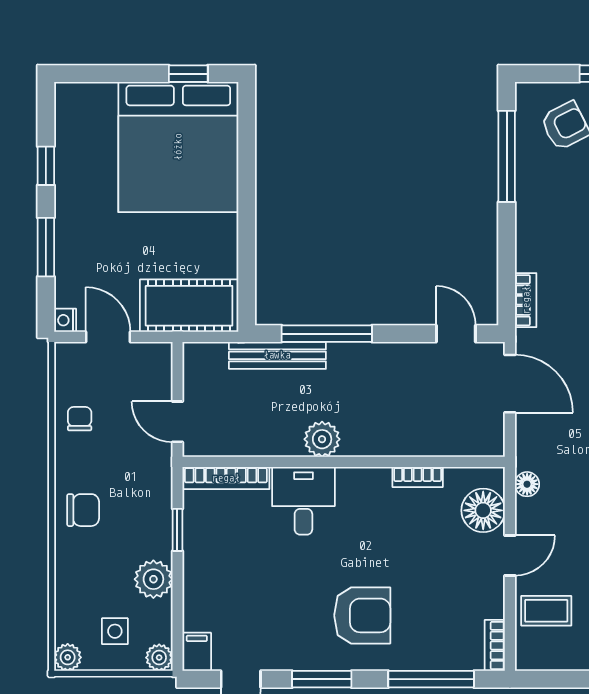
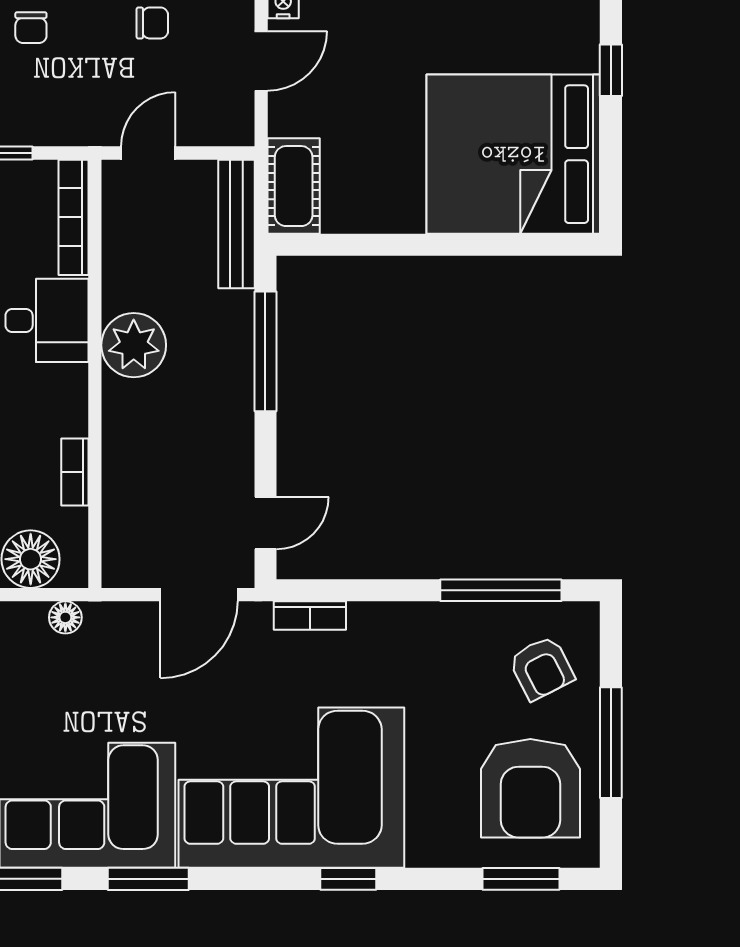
window: (188, 74) -> (611, 70), moved
cot: (189, 306) -> (294, 186), width x0.73, depth x0.75
bench: (277, 355) -> (236, 224), moved
plant: (322, 439) -> (134, 345), width x1.36, depth x1.36
chair: (83, 510) -> (31, 28), width x0.73, depth x0.73

